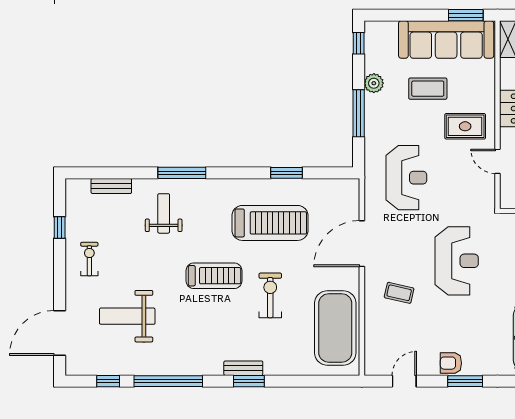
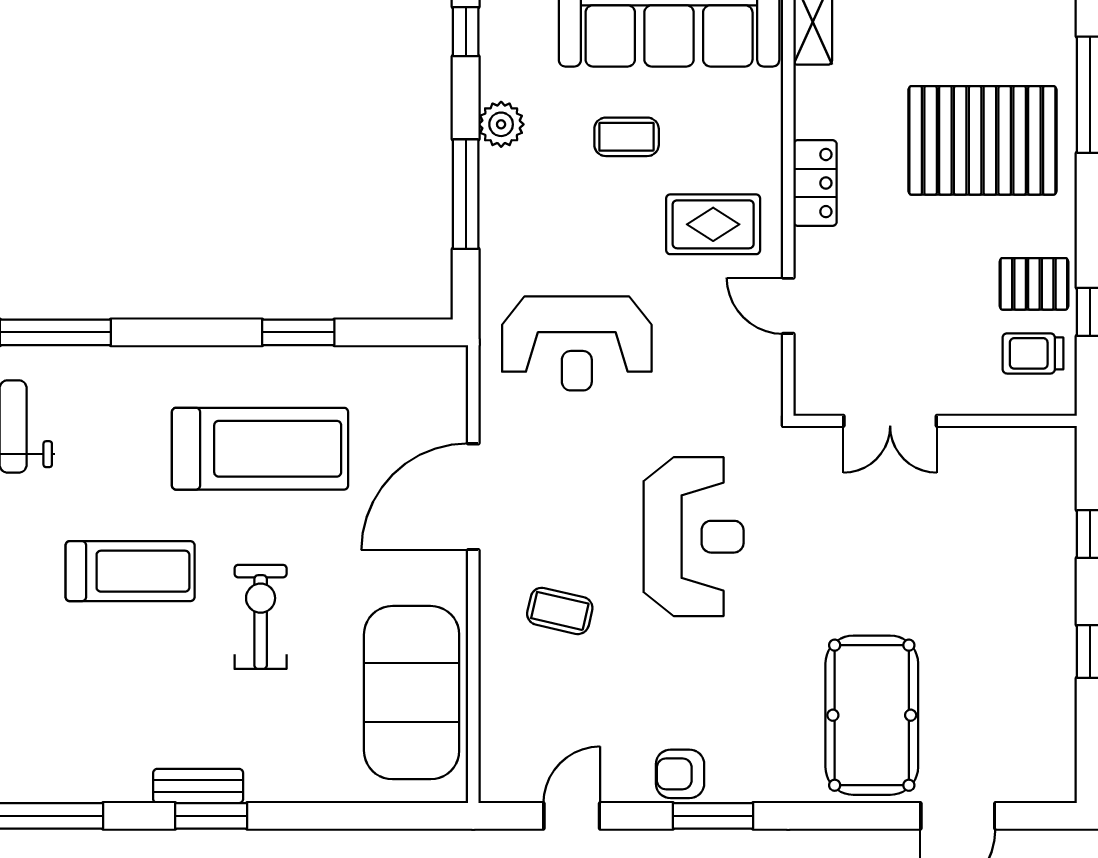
coffee table: (428, 89) -> (627, 137), width x0.73, depth x0.77
reception desk: (406, 178) -> (577, 343), turned 90

